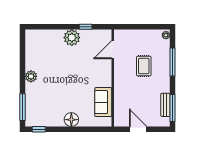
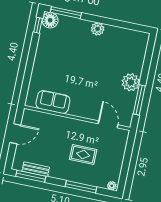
window: (86, 27) -> (139, 100), width x2.17
floor lamp: (71, 120) -> (50, 20), moved

